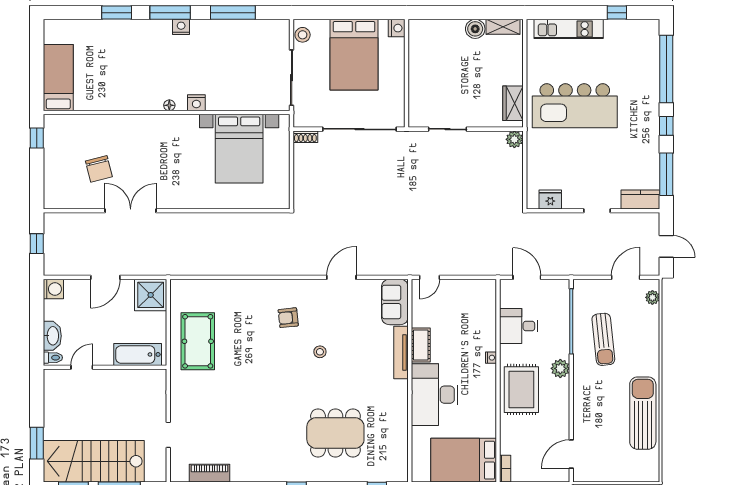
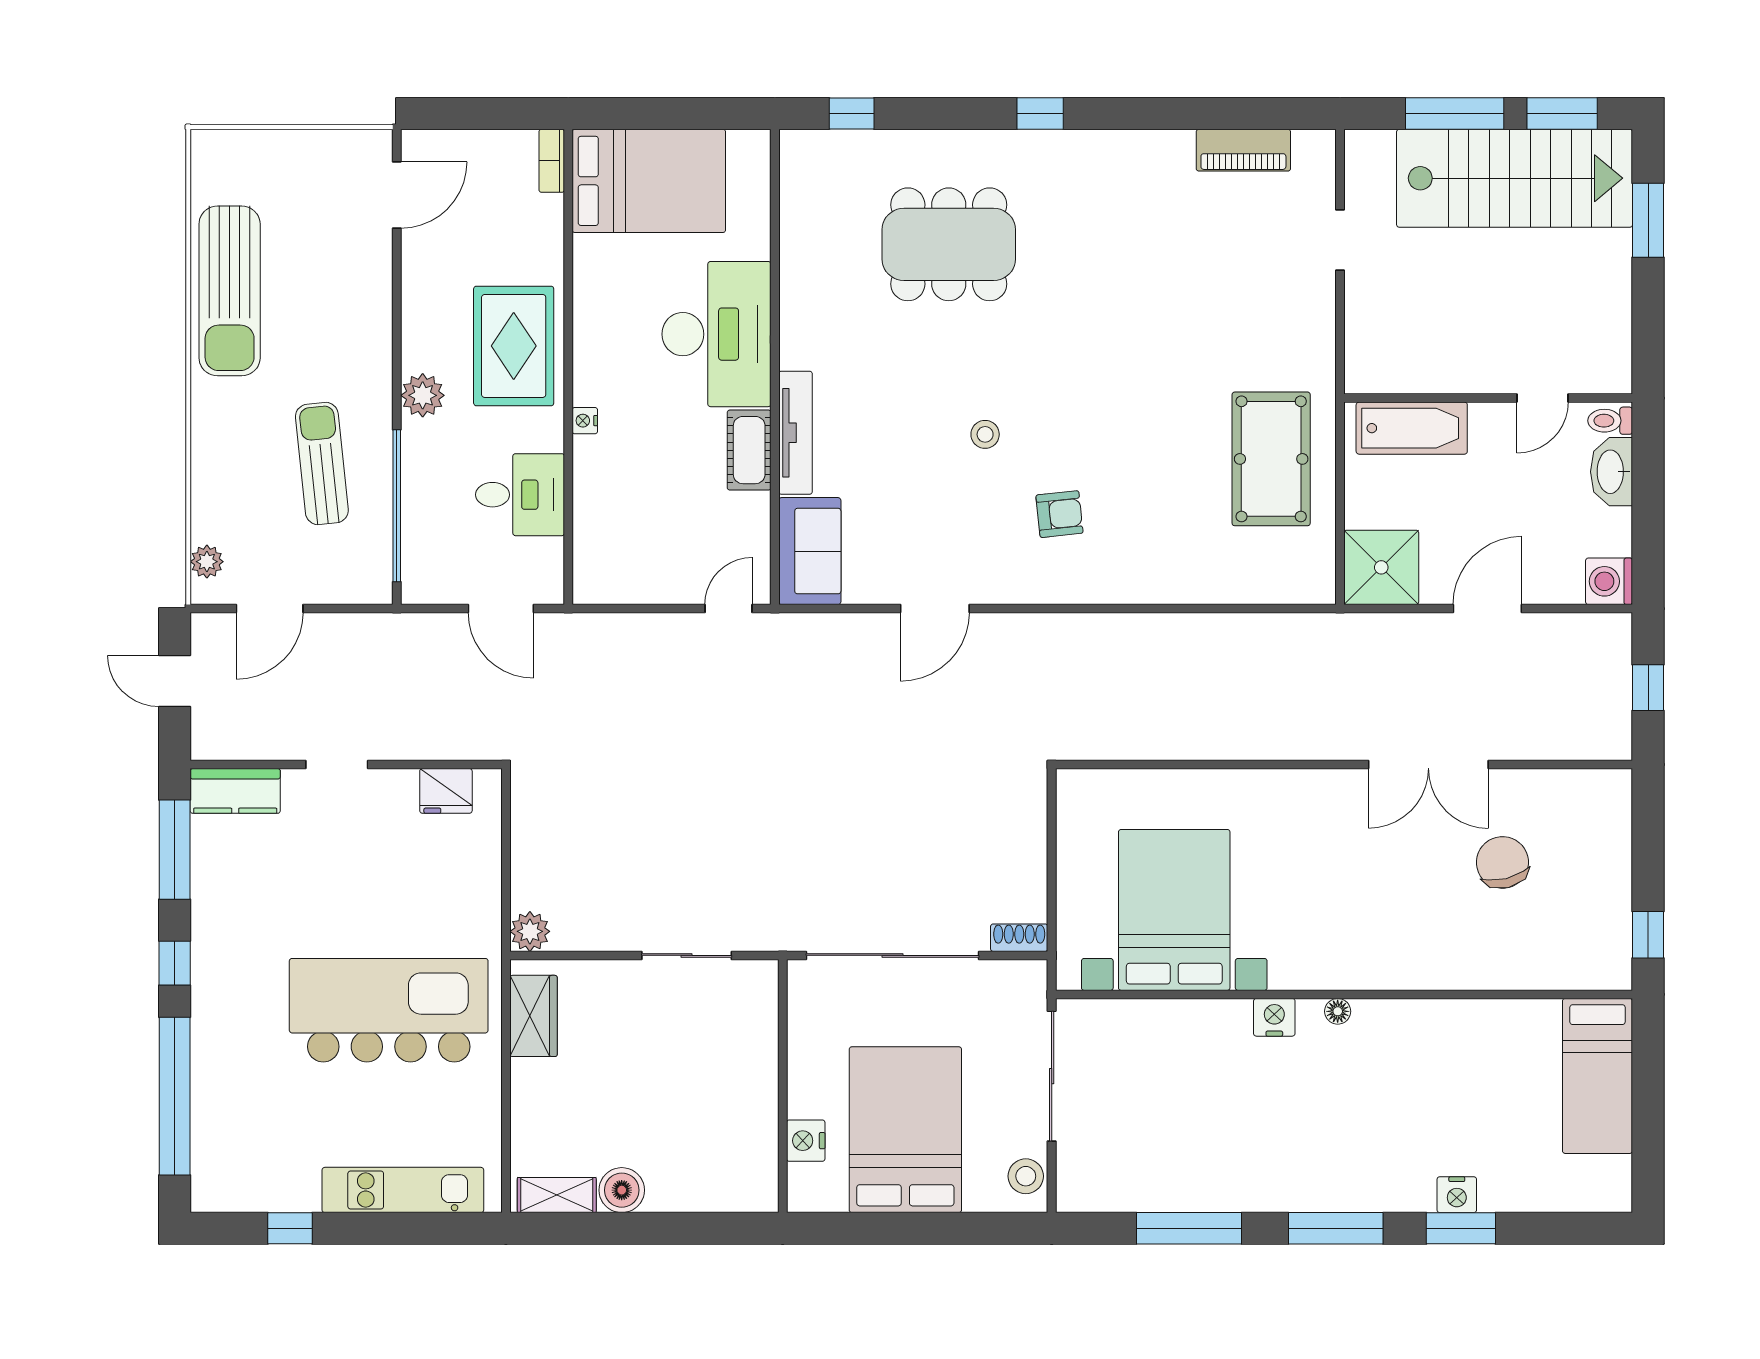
nightstand: (181, 27) -> (1457, 1195), moved
nightstand: (397, 28) -> (806, 1141), moved

